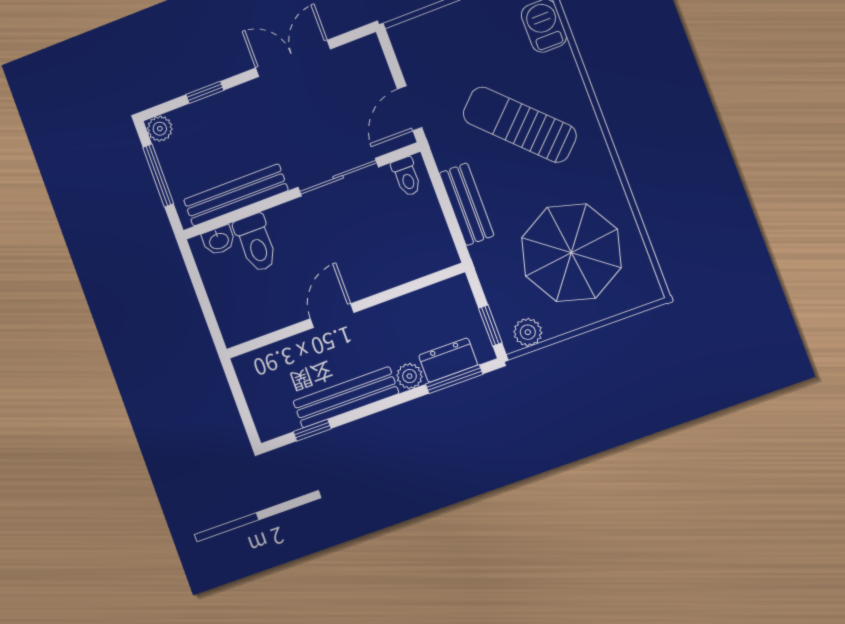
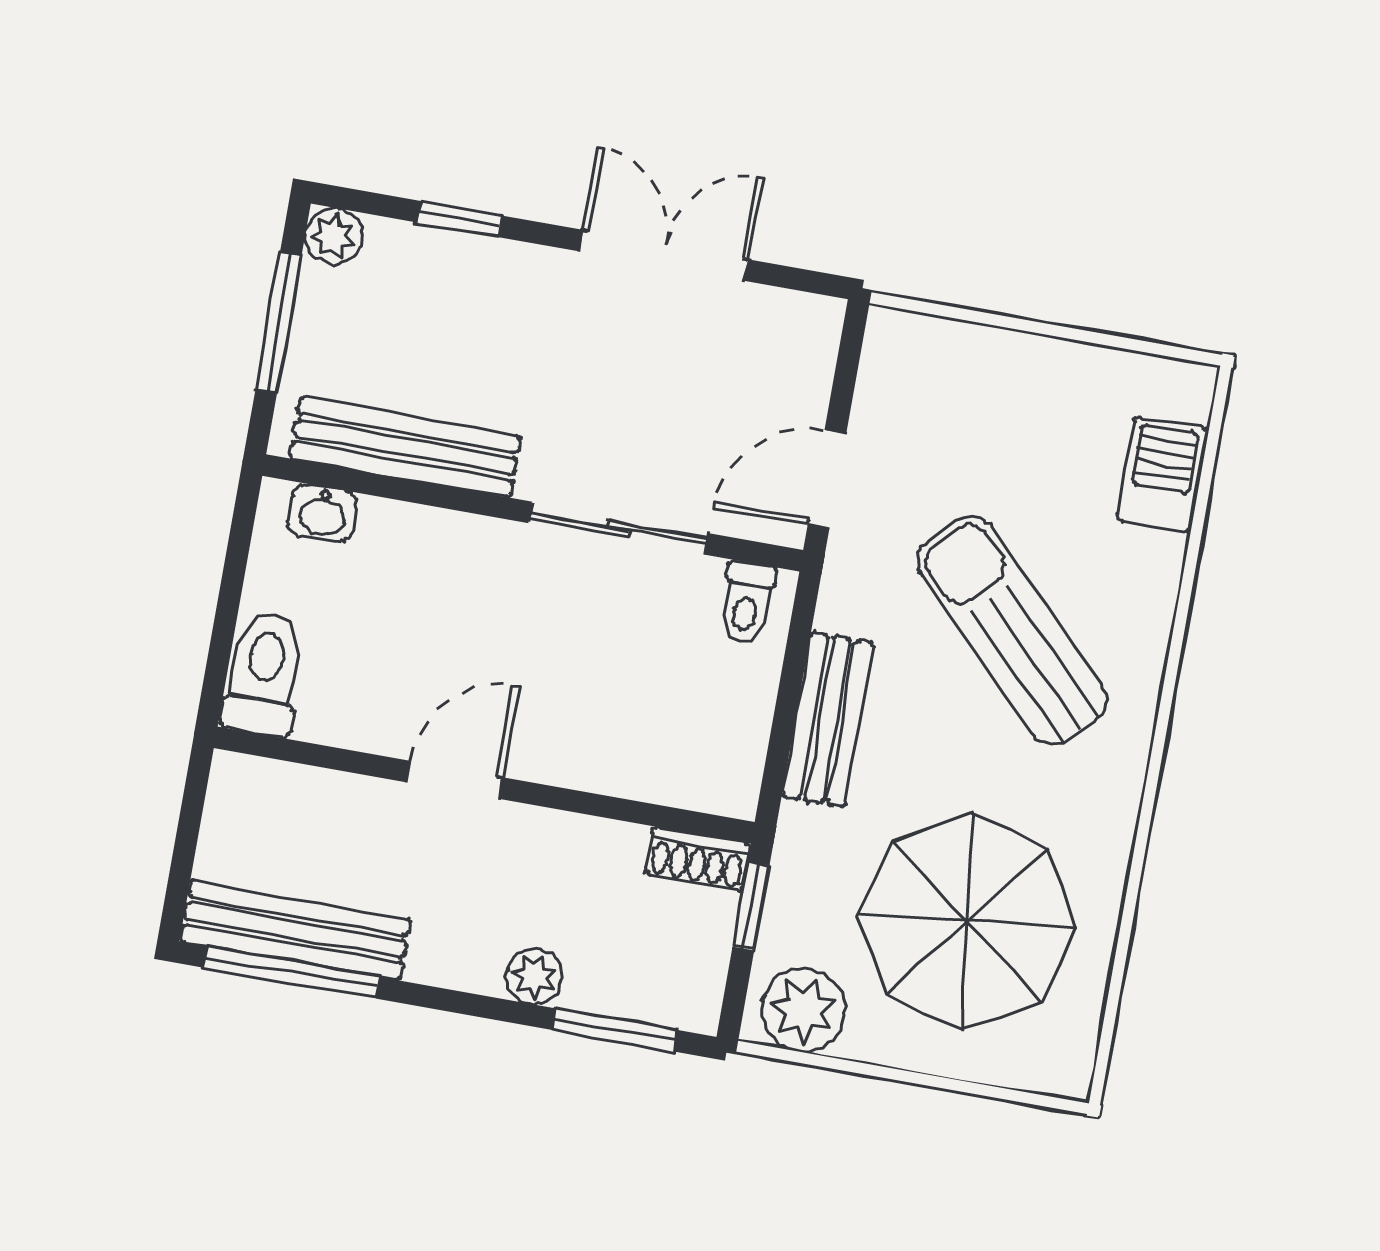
toilet: (256, 243) -> (264, 674), moved, turned 180
shoe rack: (447, 291) -> (698, 859), added
window: (490, 325) -> (751, 906), moved
plant: (528, 332) -> (804, 1010), width x1.38, depth x1.38
dresser: (448, 360) -> (624, 988), removed
bench: (346, 397) -> (295, 930), moved
window: (312, 430) -> (292, 972), width x2.17

